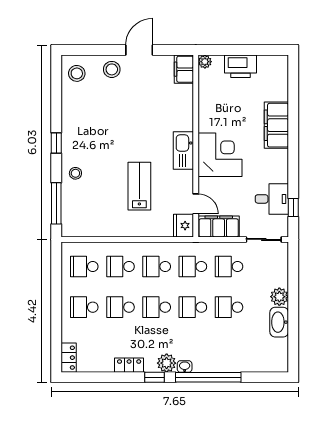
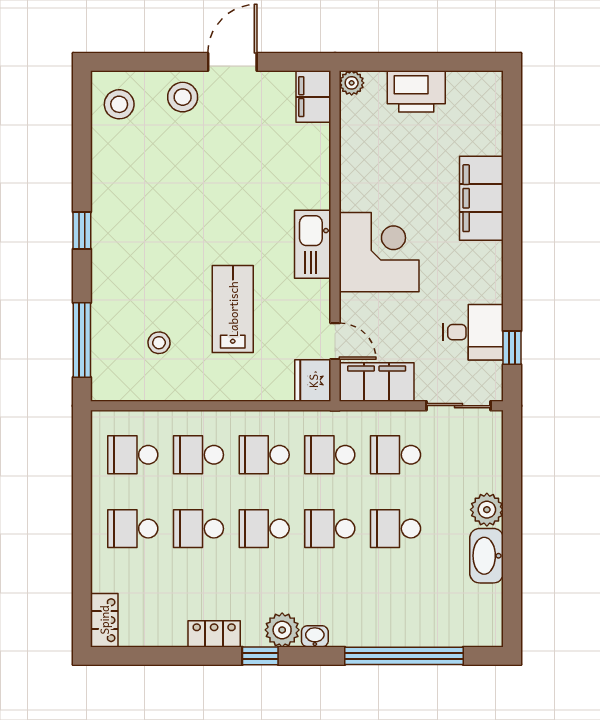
stool: (75, 173) -> (159, 343), moved
window: (208, 377) -> (404, 656), moved

